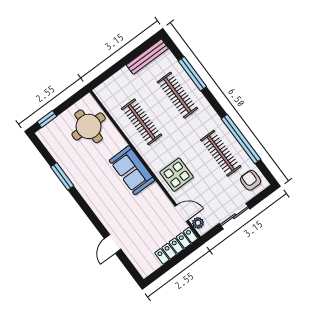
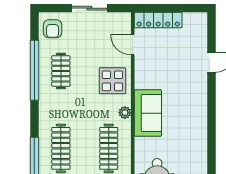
clothes rail: (221, 153) -> (61, 71), width x0.73
window: (62, 176) -> (212, 152), removed
plant: (198, 223) -> (125, 113), moved

